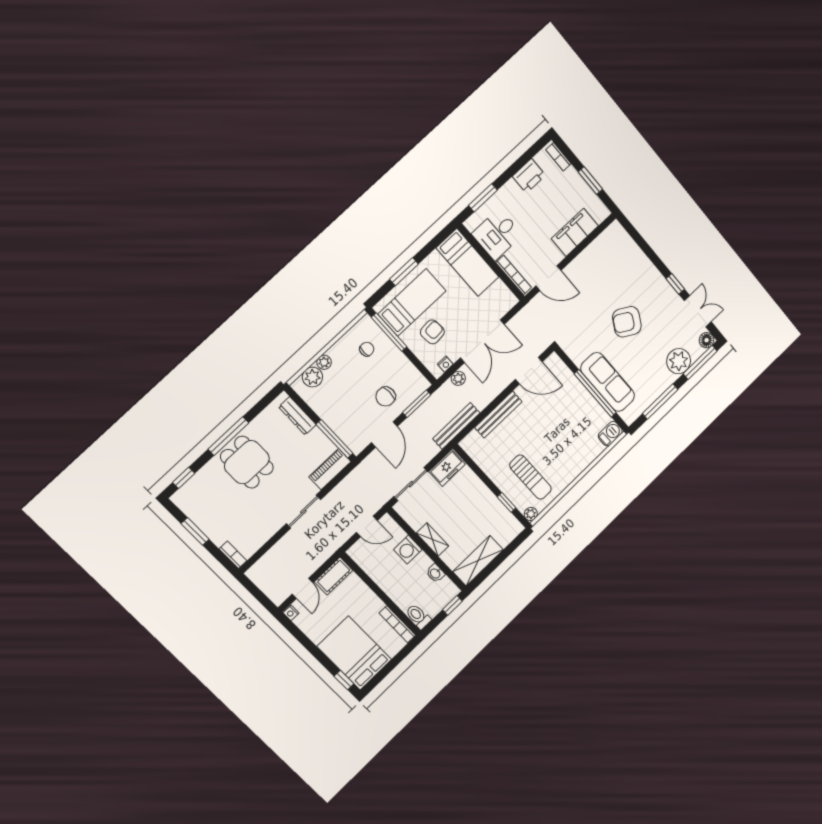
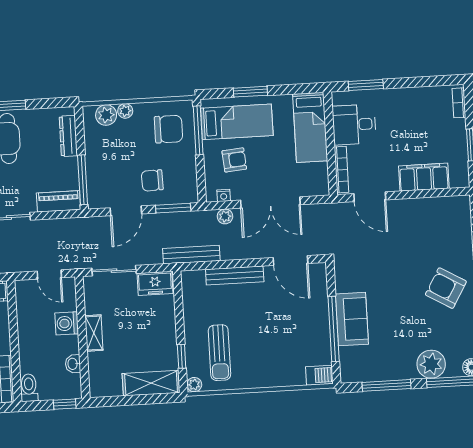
printer: (529, 176) -> (420, 98), removed
armchair: (627, 322) -> (446, 288), moved
chair: (367, 349) -> (168, 129), width x1.87, depth x1.87
sofa: (608, 382) -> (352, 319), width x0.73
shelving: (478, 561) -> (151, 383), moved

